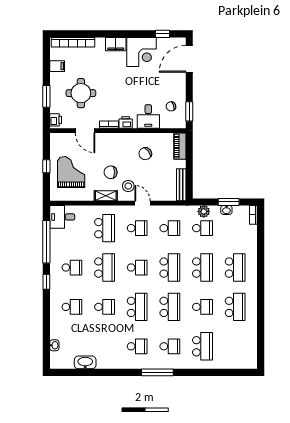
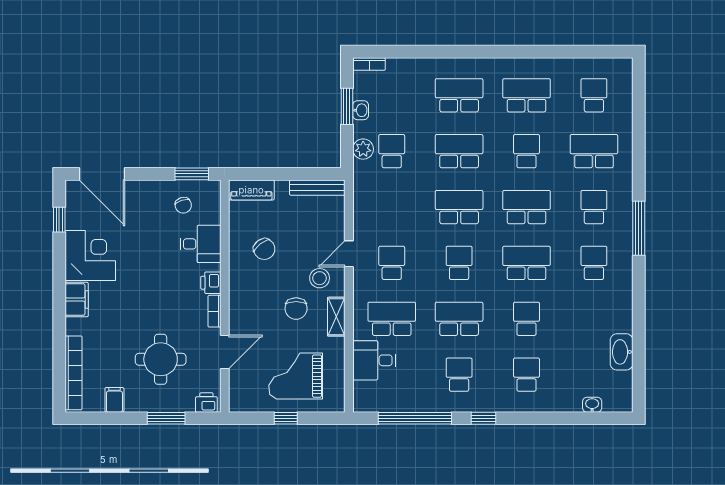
desk: (62, 217) -> (374, 360), moved, turned 90
school desk: (170, 228) -> (594, 95), moved

